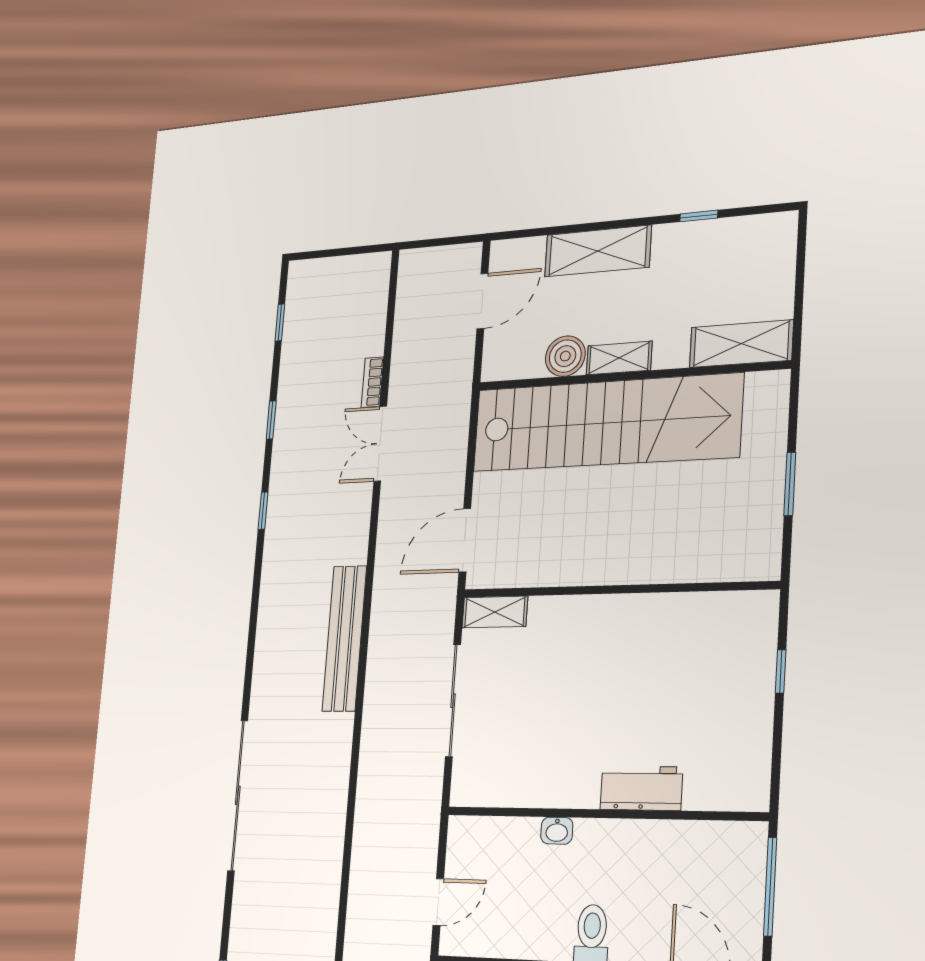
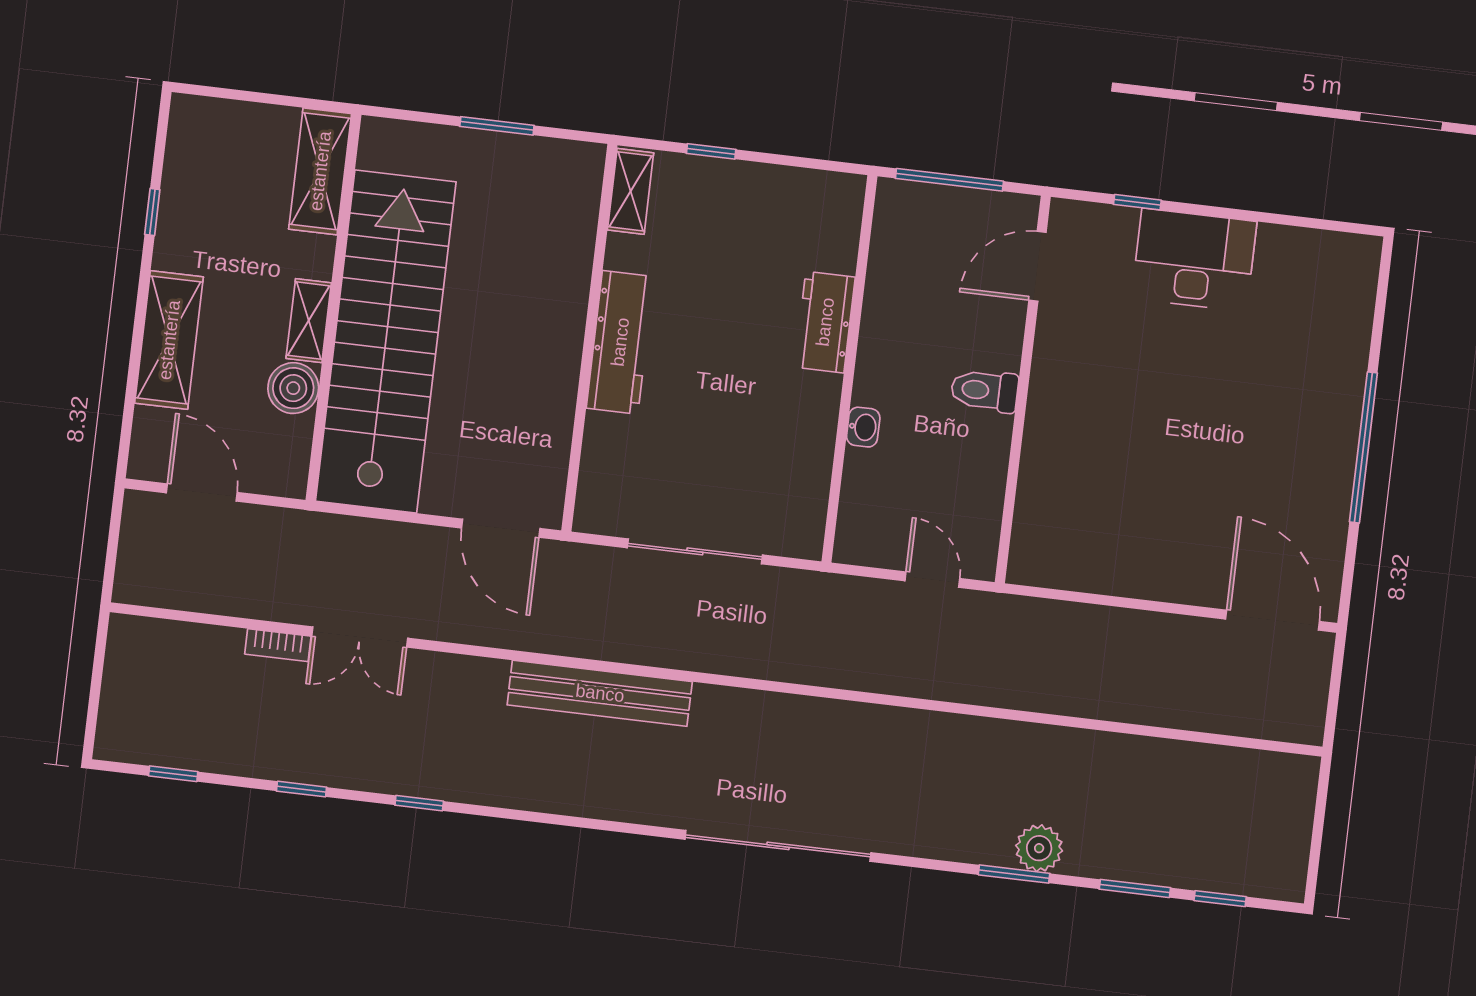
shelving: (495, 612) -> (631, 191), moved
workbench: (615, 616) -> (620, 342), added

